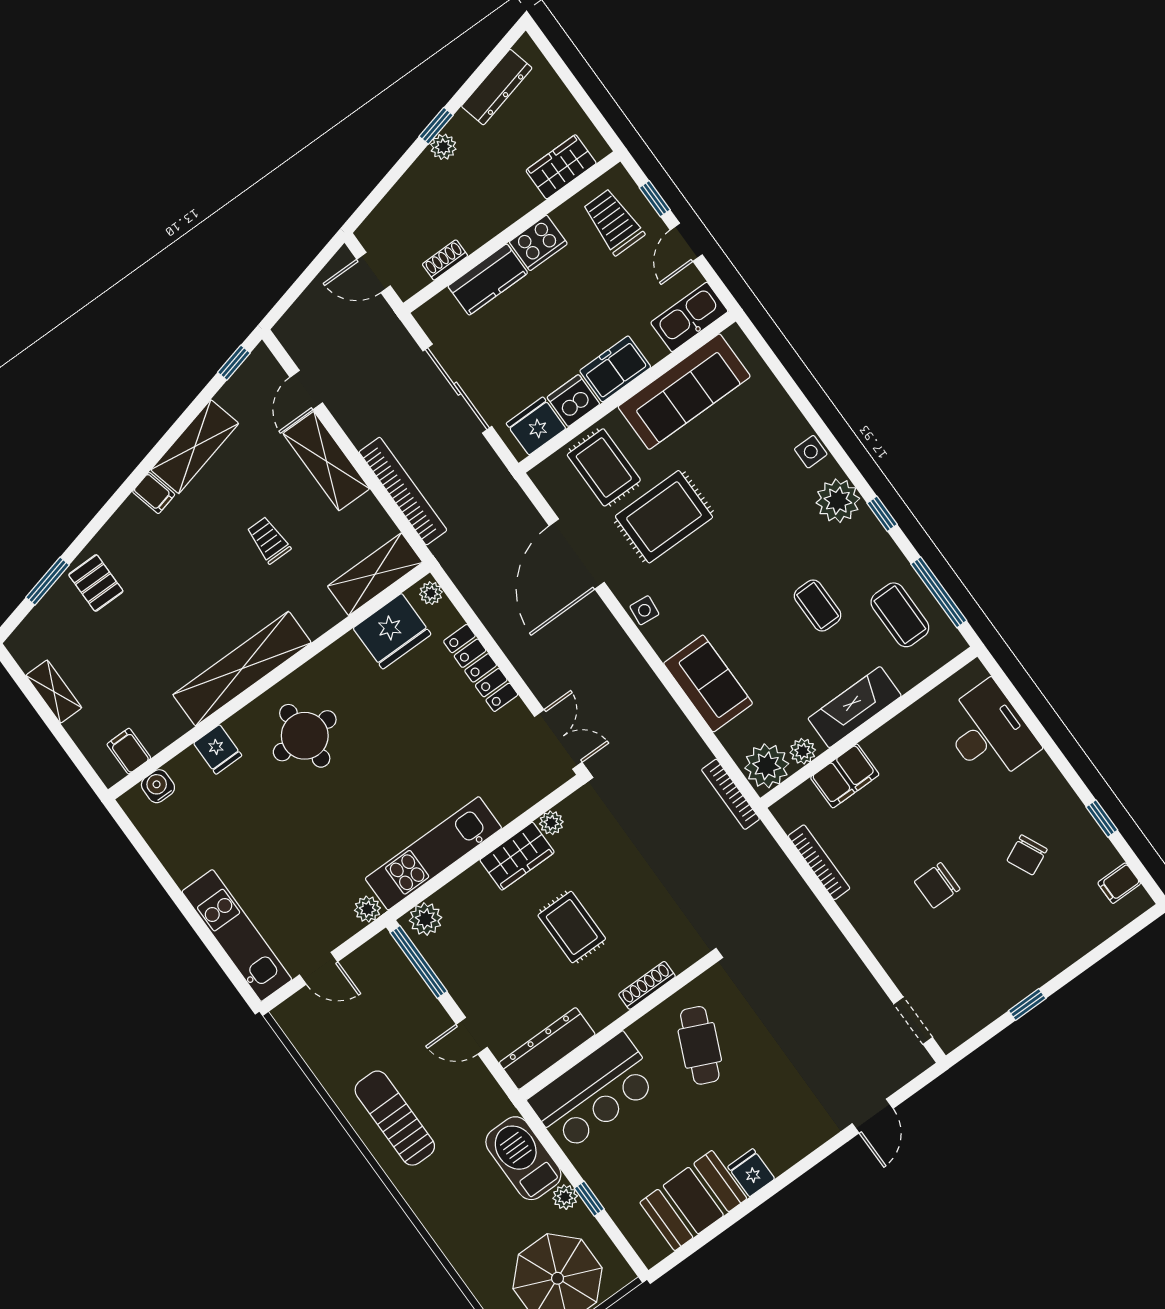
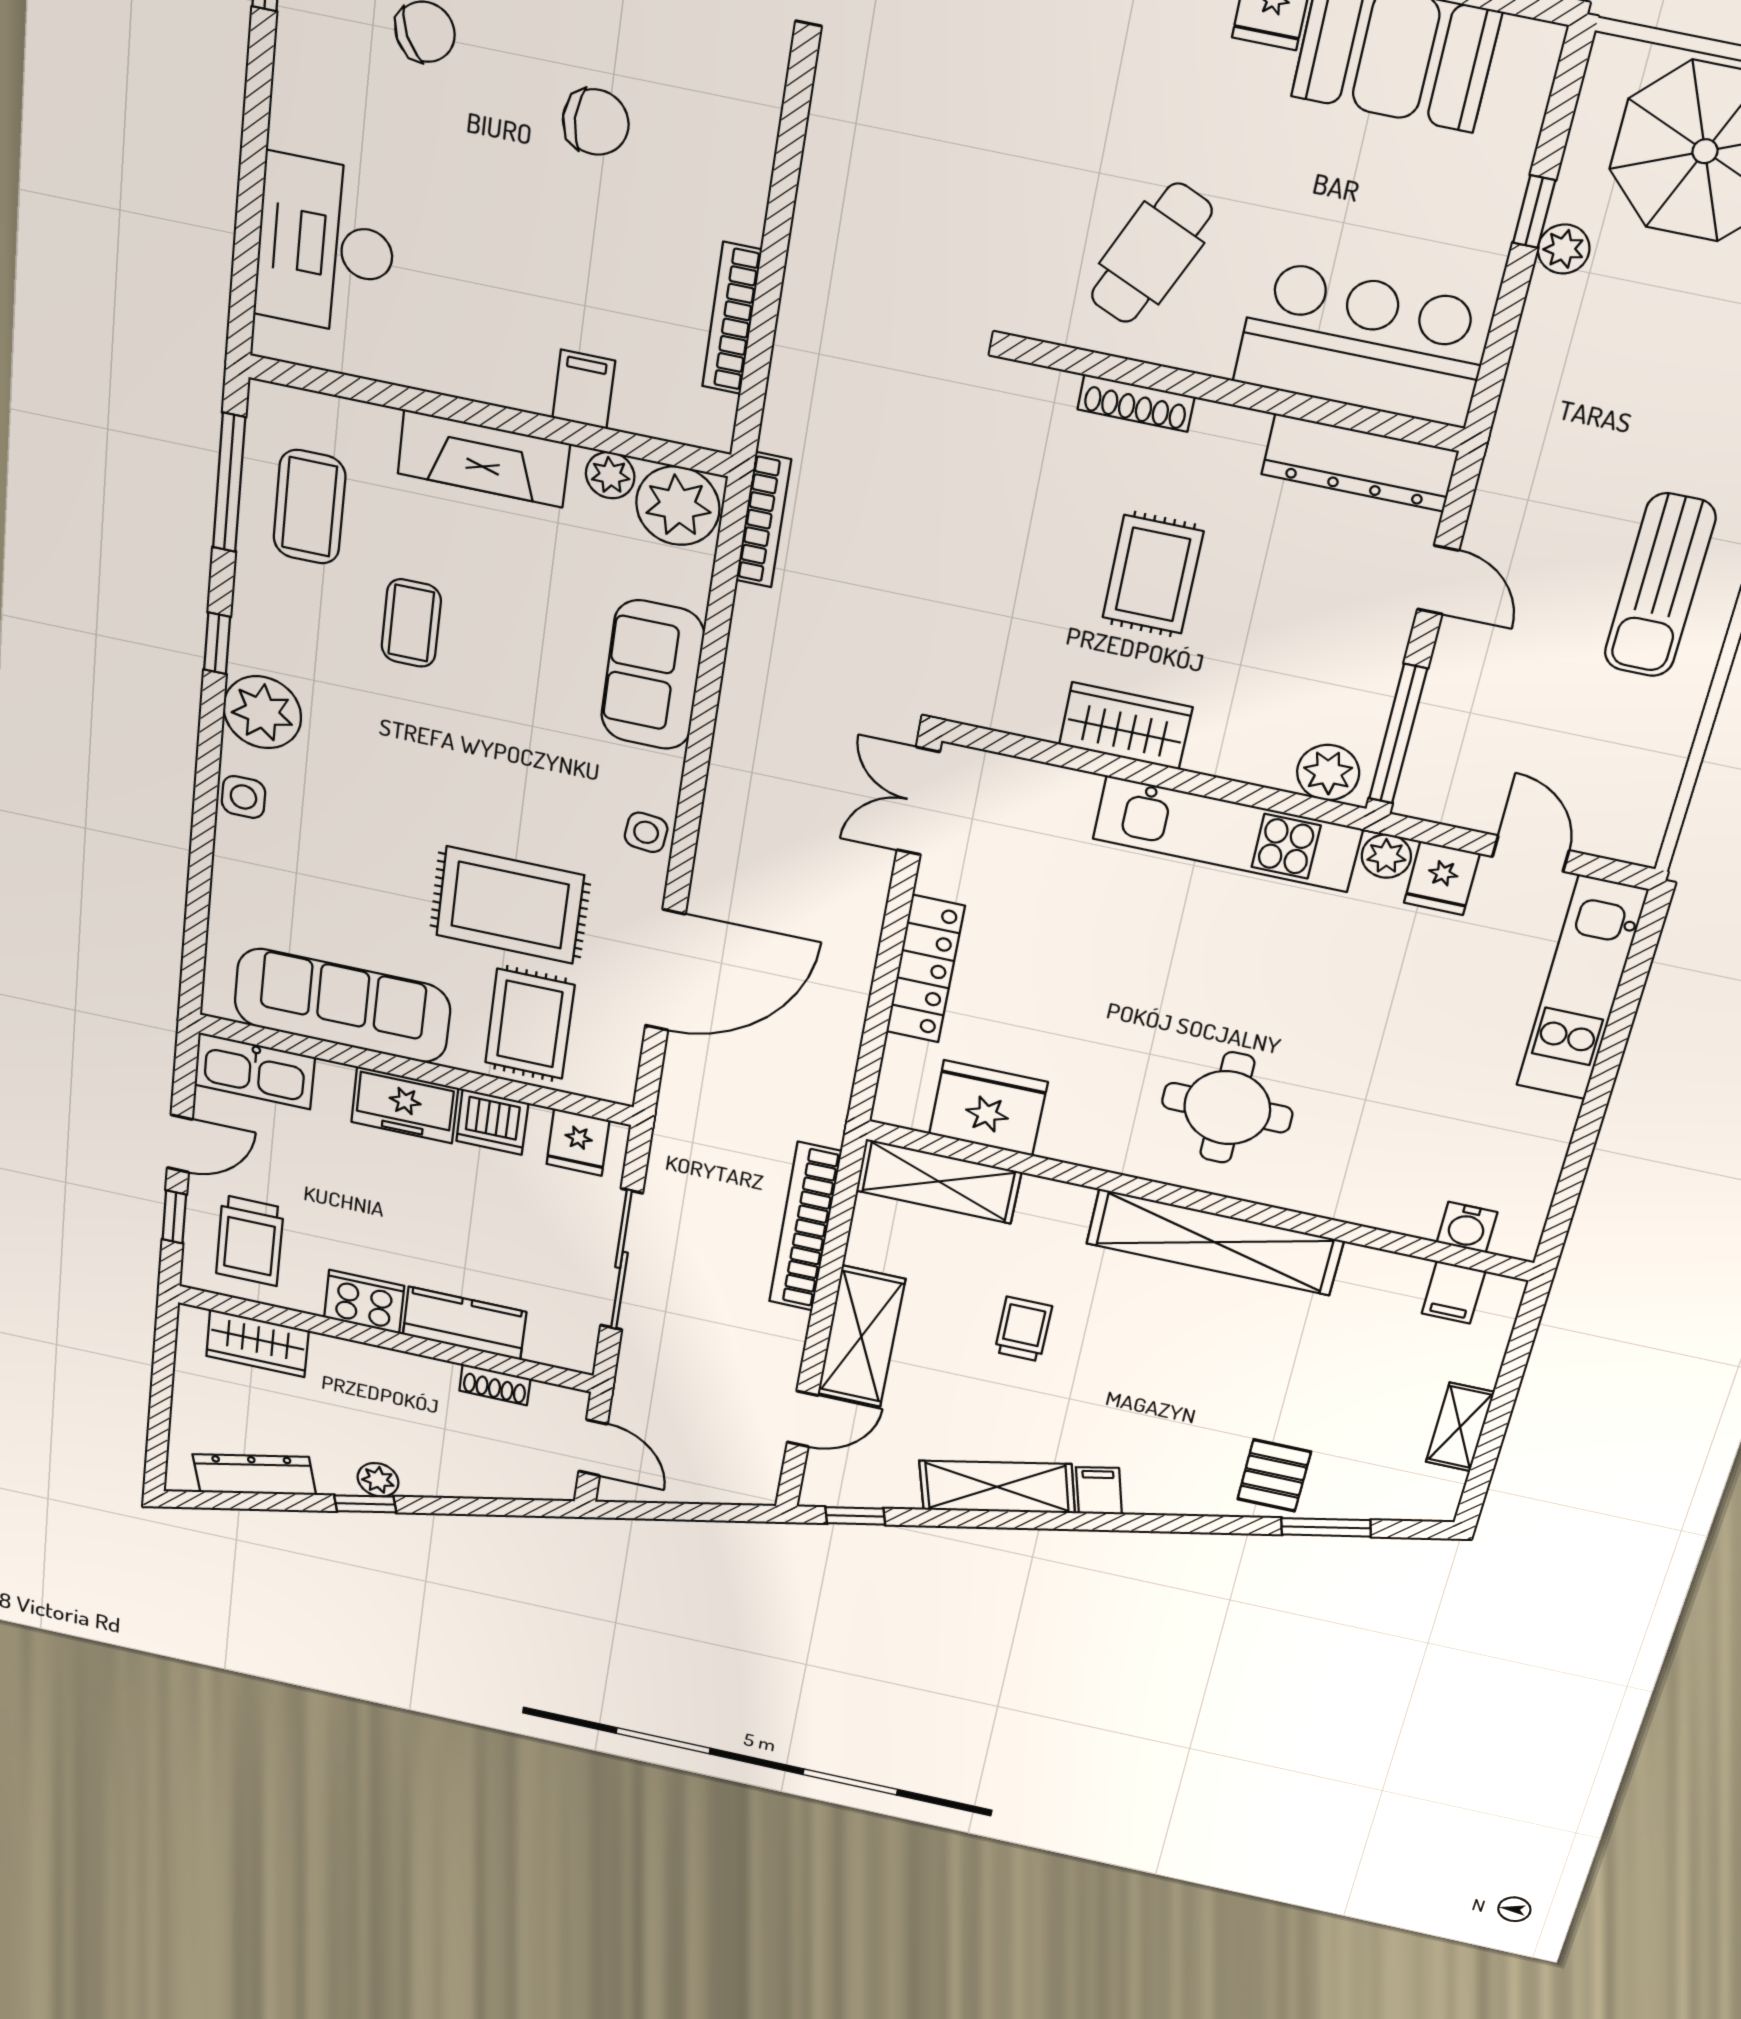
fridge: (536, 426) -> (578, 1142), width x0.72
trolley: (269, 540) -> (1023, 1329), turned 180
plant: (431, 593) -> (894, 1100), removed
fridge: (218, 749) -> (1442, 878), moved, turned 180
filing cabinet: (845, 776) -> (584, 389), width x0.50
plant: (551, 823) -> (1037, 719), removed
barbecue: (523, 1158) -> (1557, 359), removed

